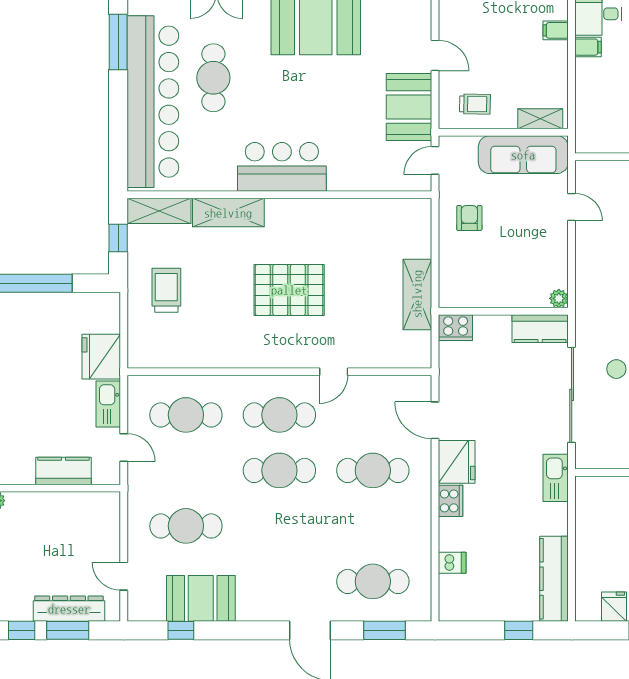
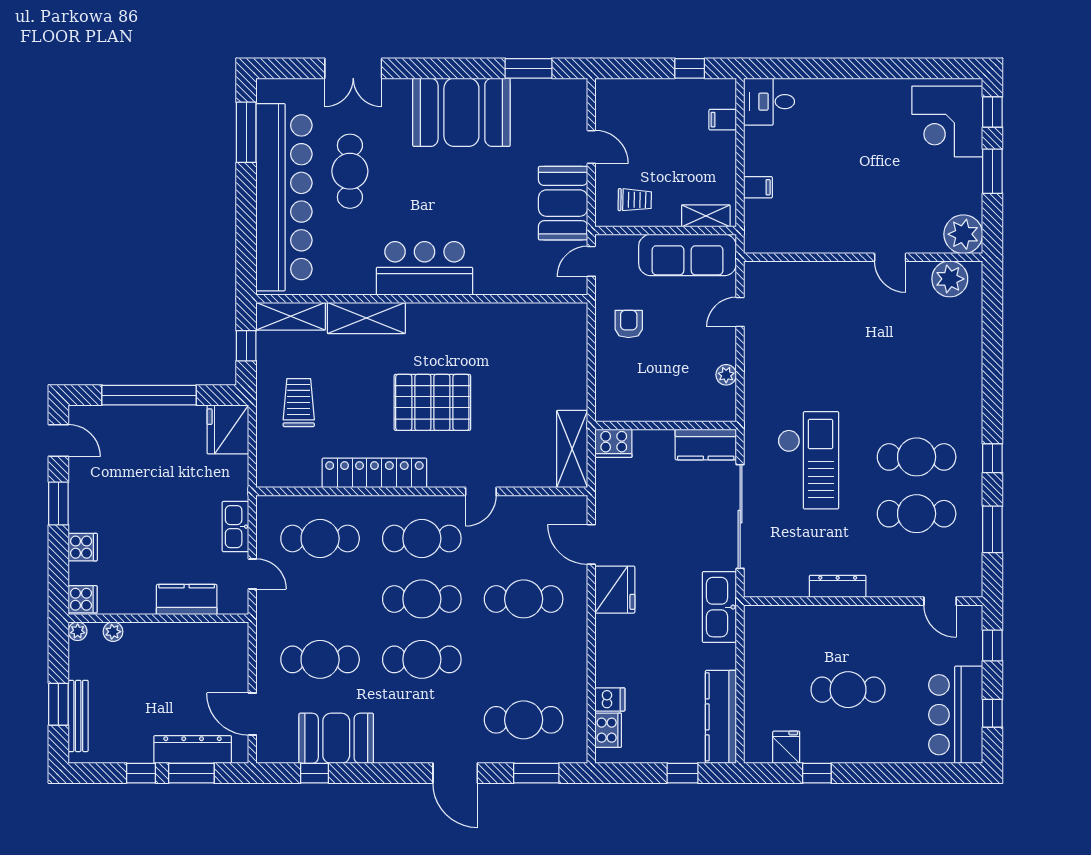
filing cabinet: (588, 47) -> (758, 187), moved
door: (572, 207) -> (740, 312), swing flipped
shelving: (417, 294) -> (572, 449), moved
plant: (559, 298) -> (726, 375), moved
locker: (236, 355) -> (374, 473), added
fridge: (101, 357) -> (228, 429), moved
kitchen sink: (556, 478) -> (719, 607), width x1.36, depth x1.24
cooker: (451, 501) -> (608, 730), moved
cafe table: (279, 526) -> (422, 659), added
door: (124, 576) -> (252, 714), width x1.38

